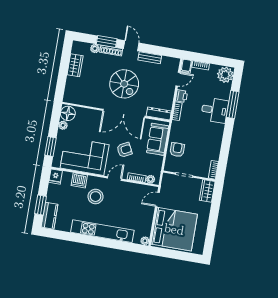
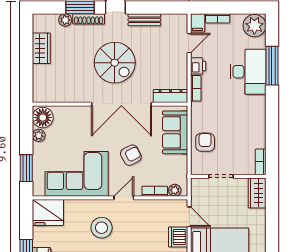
desk: (215, 110) -> (248, 72), width x1.37
fridge: (56, 177) -> (48, 212), width x1.88, depth x1.34
dishwasher: (79, 180) -> (178, 237), moved, turned 90
door: (157, 199) -> (189, 217), swing flipped

